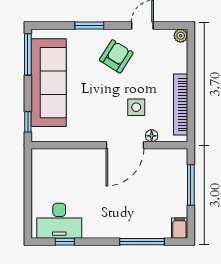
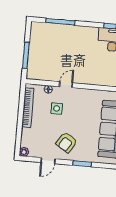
door: (125, 145) -> (66, 85), width x0.53
filing cabinet: (179, 228) -> (36, 28), removed

